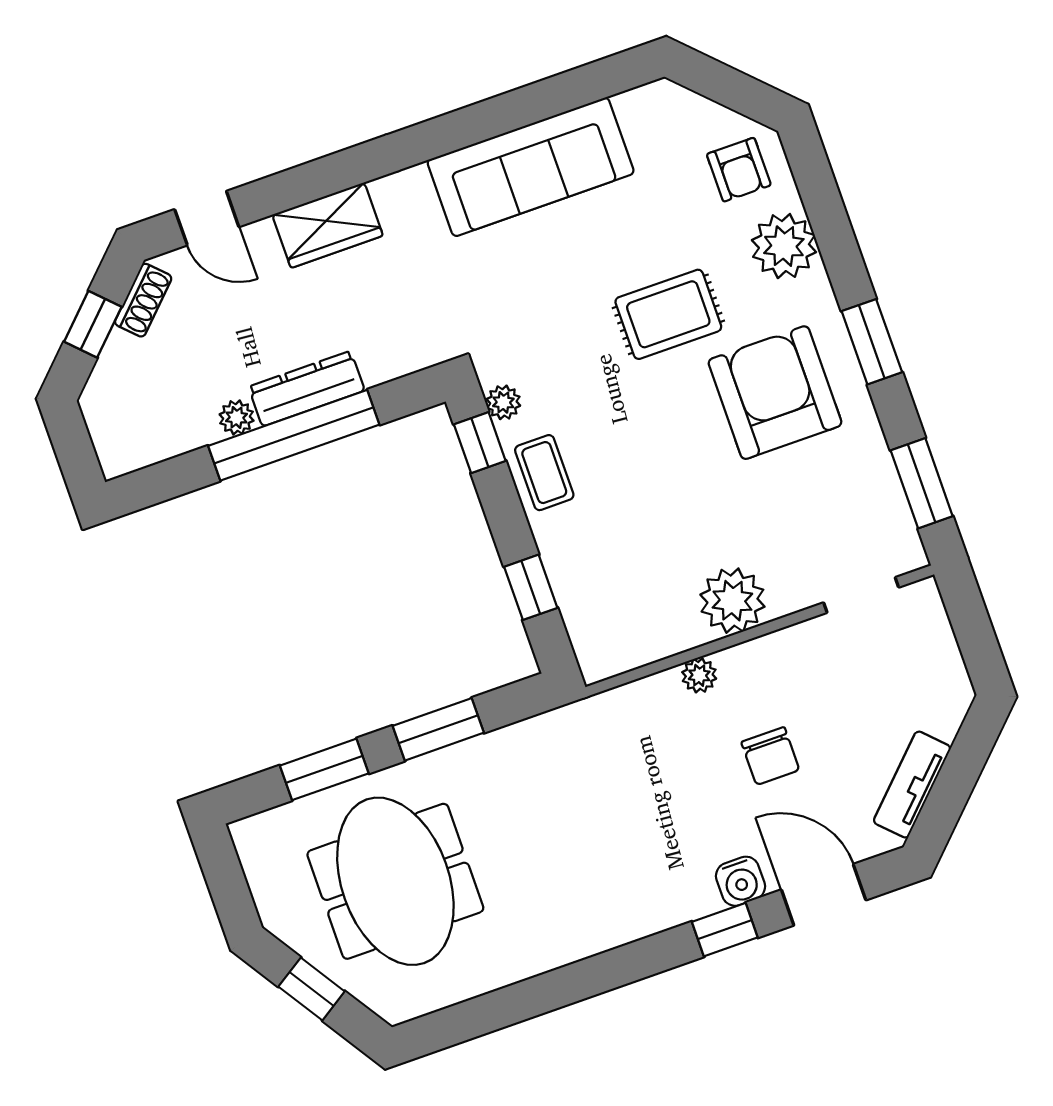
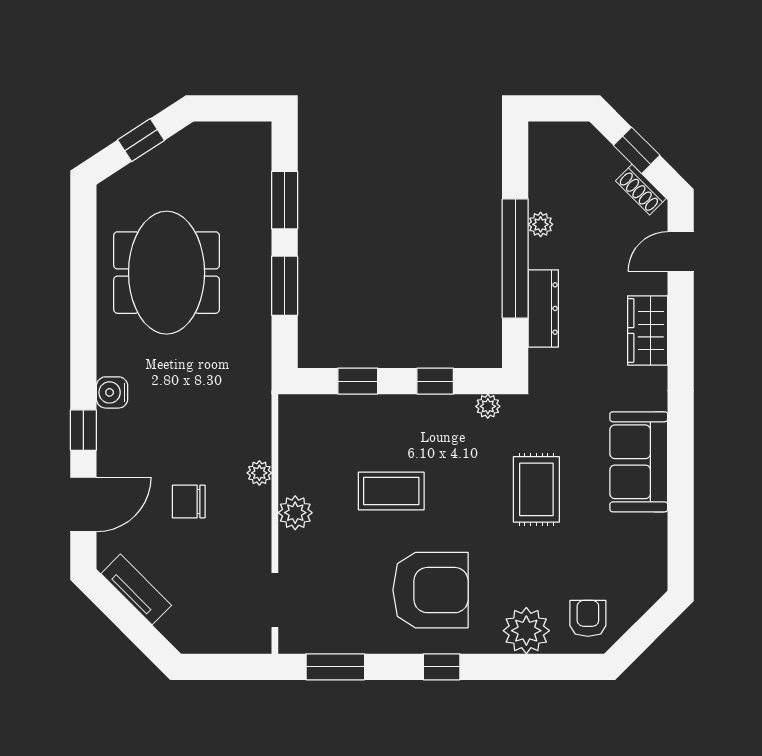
sofa: (531, 167) -> (639, 462), width x0.73
armchair: (739, 170) -> (588, 618), turned 90
rug: (668, 314) -> (536, 489), moved
window: (872, 342) -> (442, 667), width x0.67
dresser: (307, 389) -> (543, 308), moved
window: (480, 443) -> (435, 381), moved
coffee table: (544, 473) -> (391, 491), moved, width x1.36, depth x1.30
plant: (732, 601) -> (295, 513), width x0.73, depth x0.73
meeting table: (395, 881) -> (167, 273), moved, turned 90
water cooler: (740, 881) -> (112, 392), moved

